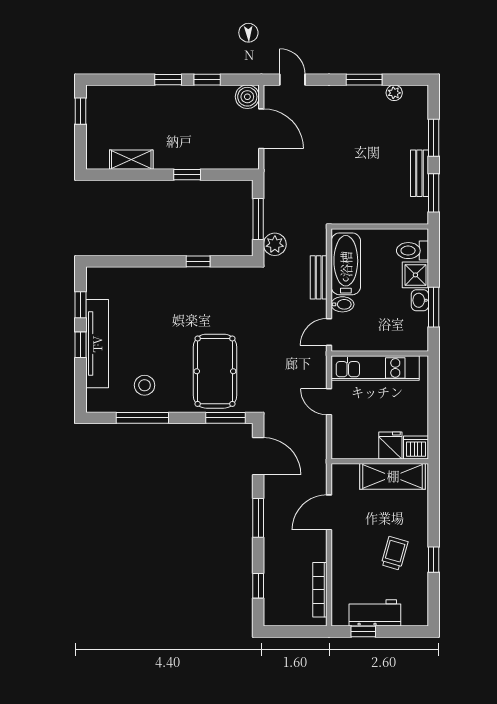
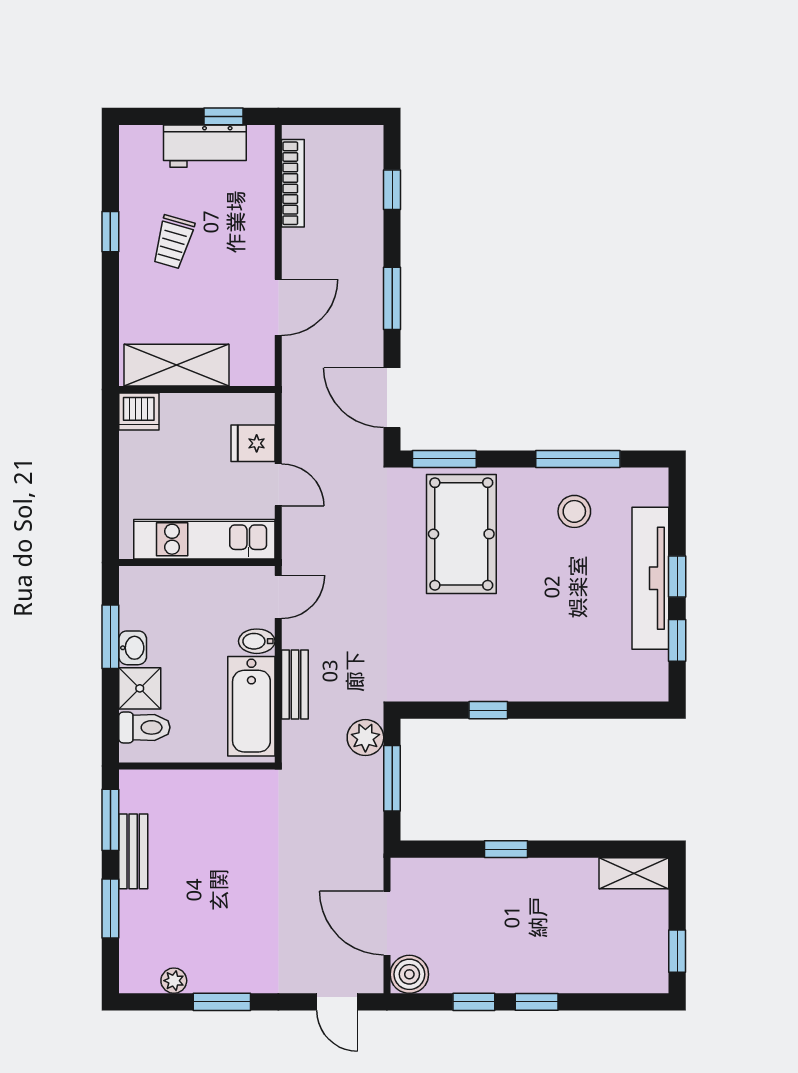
shelving: (131, 160) -> (634, 873), moved
fridge: (390, 446) -> (253, 443), moved, turned 90

